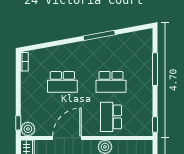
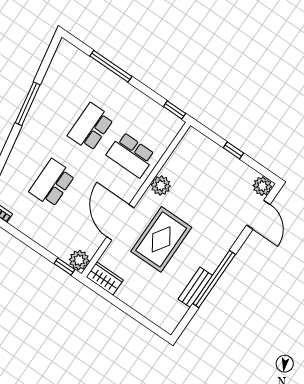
school desk: (62, 82) -> (52, 183), turned 180
school desk: (111, 82) -> (91, 127), turned 180

